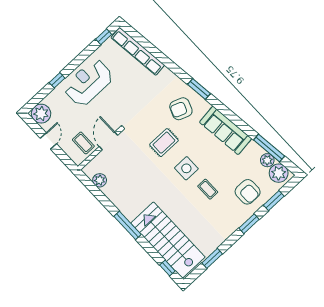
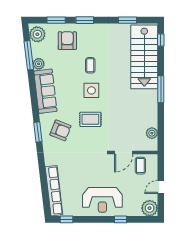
plant: (267, 160) -> (39, 64), moved

